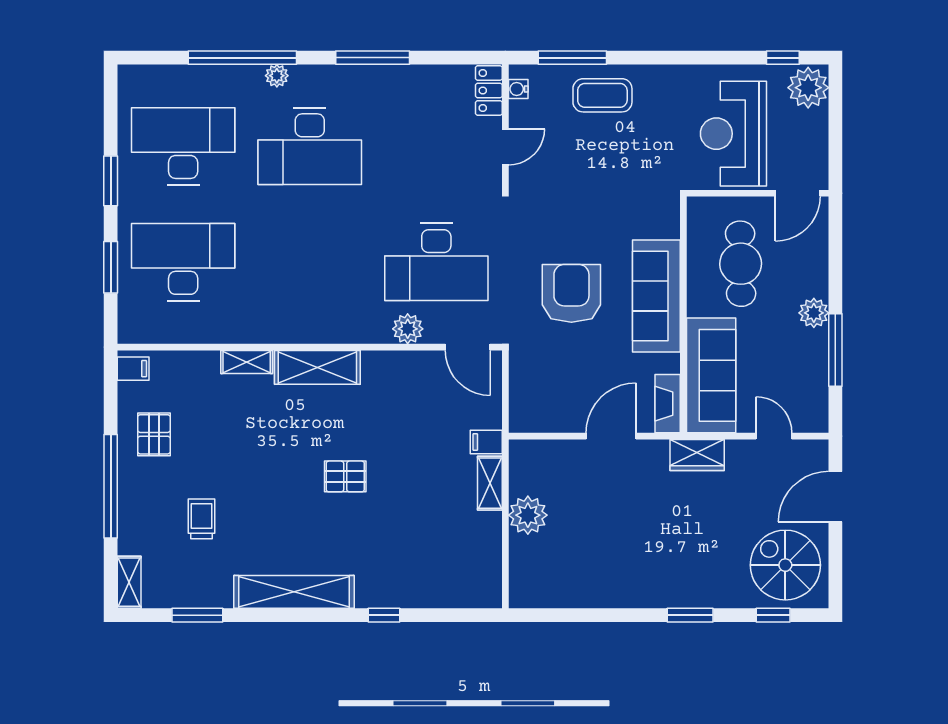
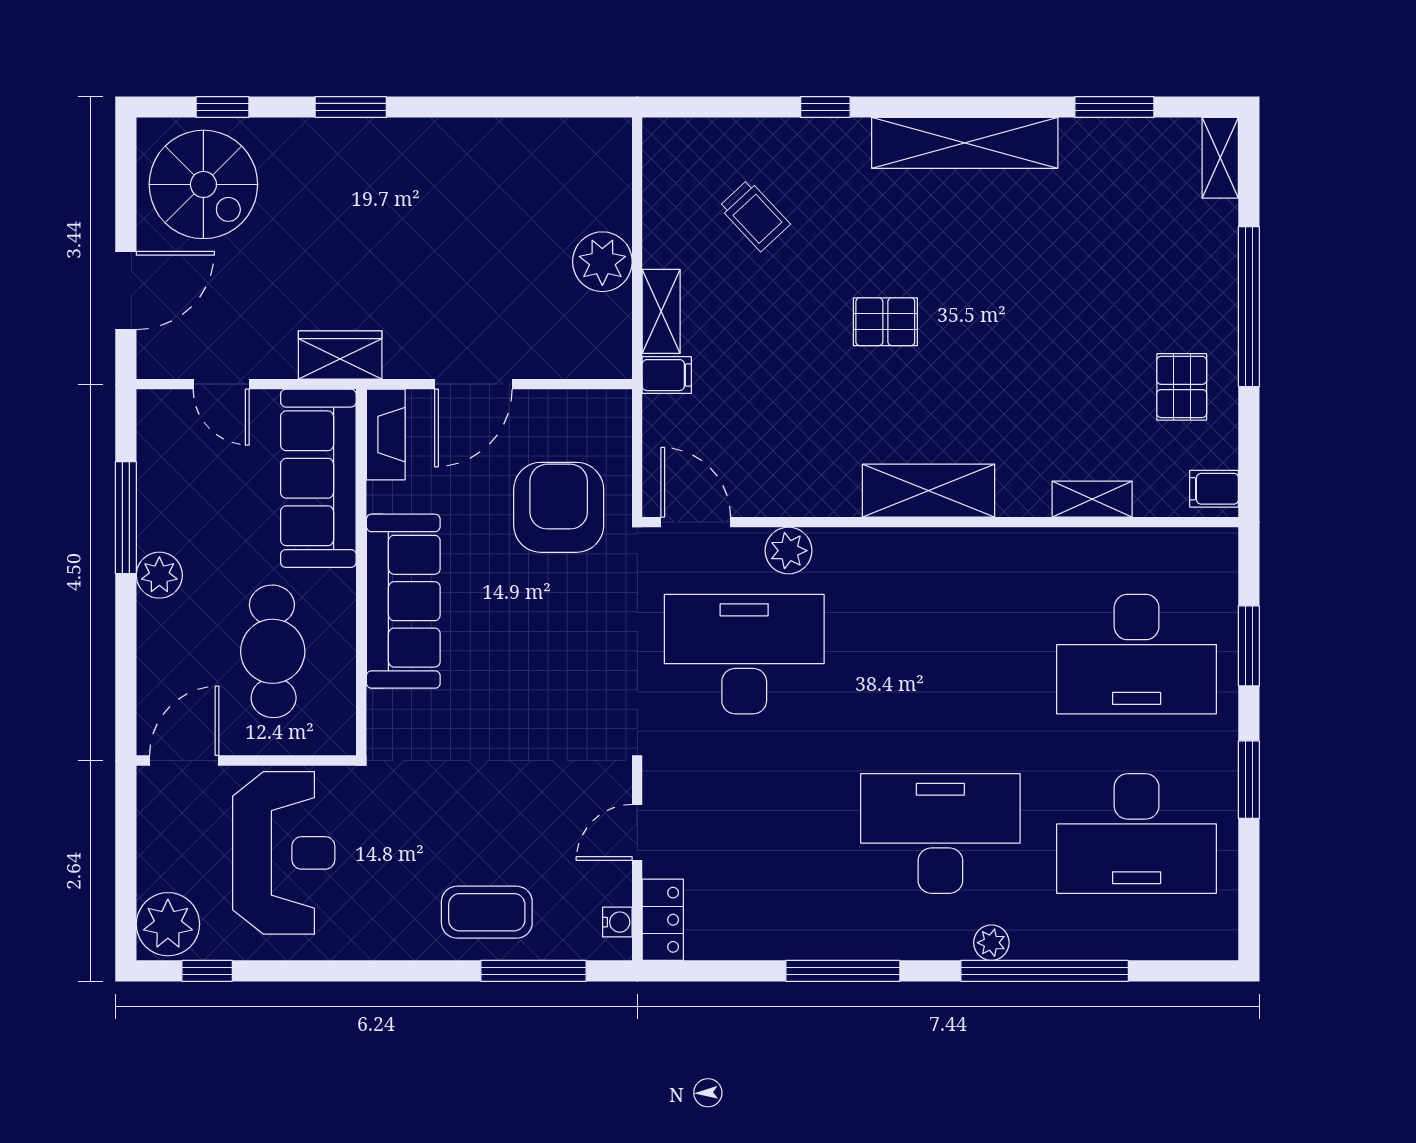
armchair: (571, 293) -> (559, 507), moved, turned 180
shelving: (247, 362) -> (1092, 499), moved
trolley: (201, 519) -> (755, 216), moved, turned -43

